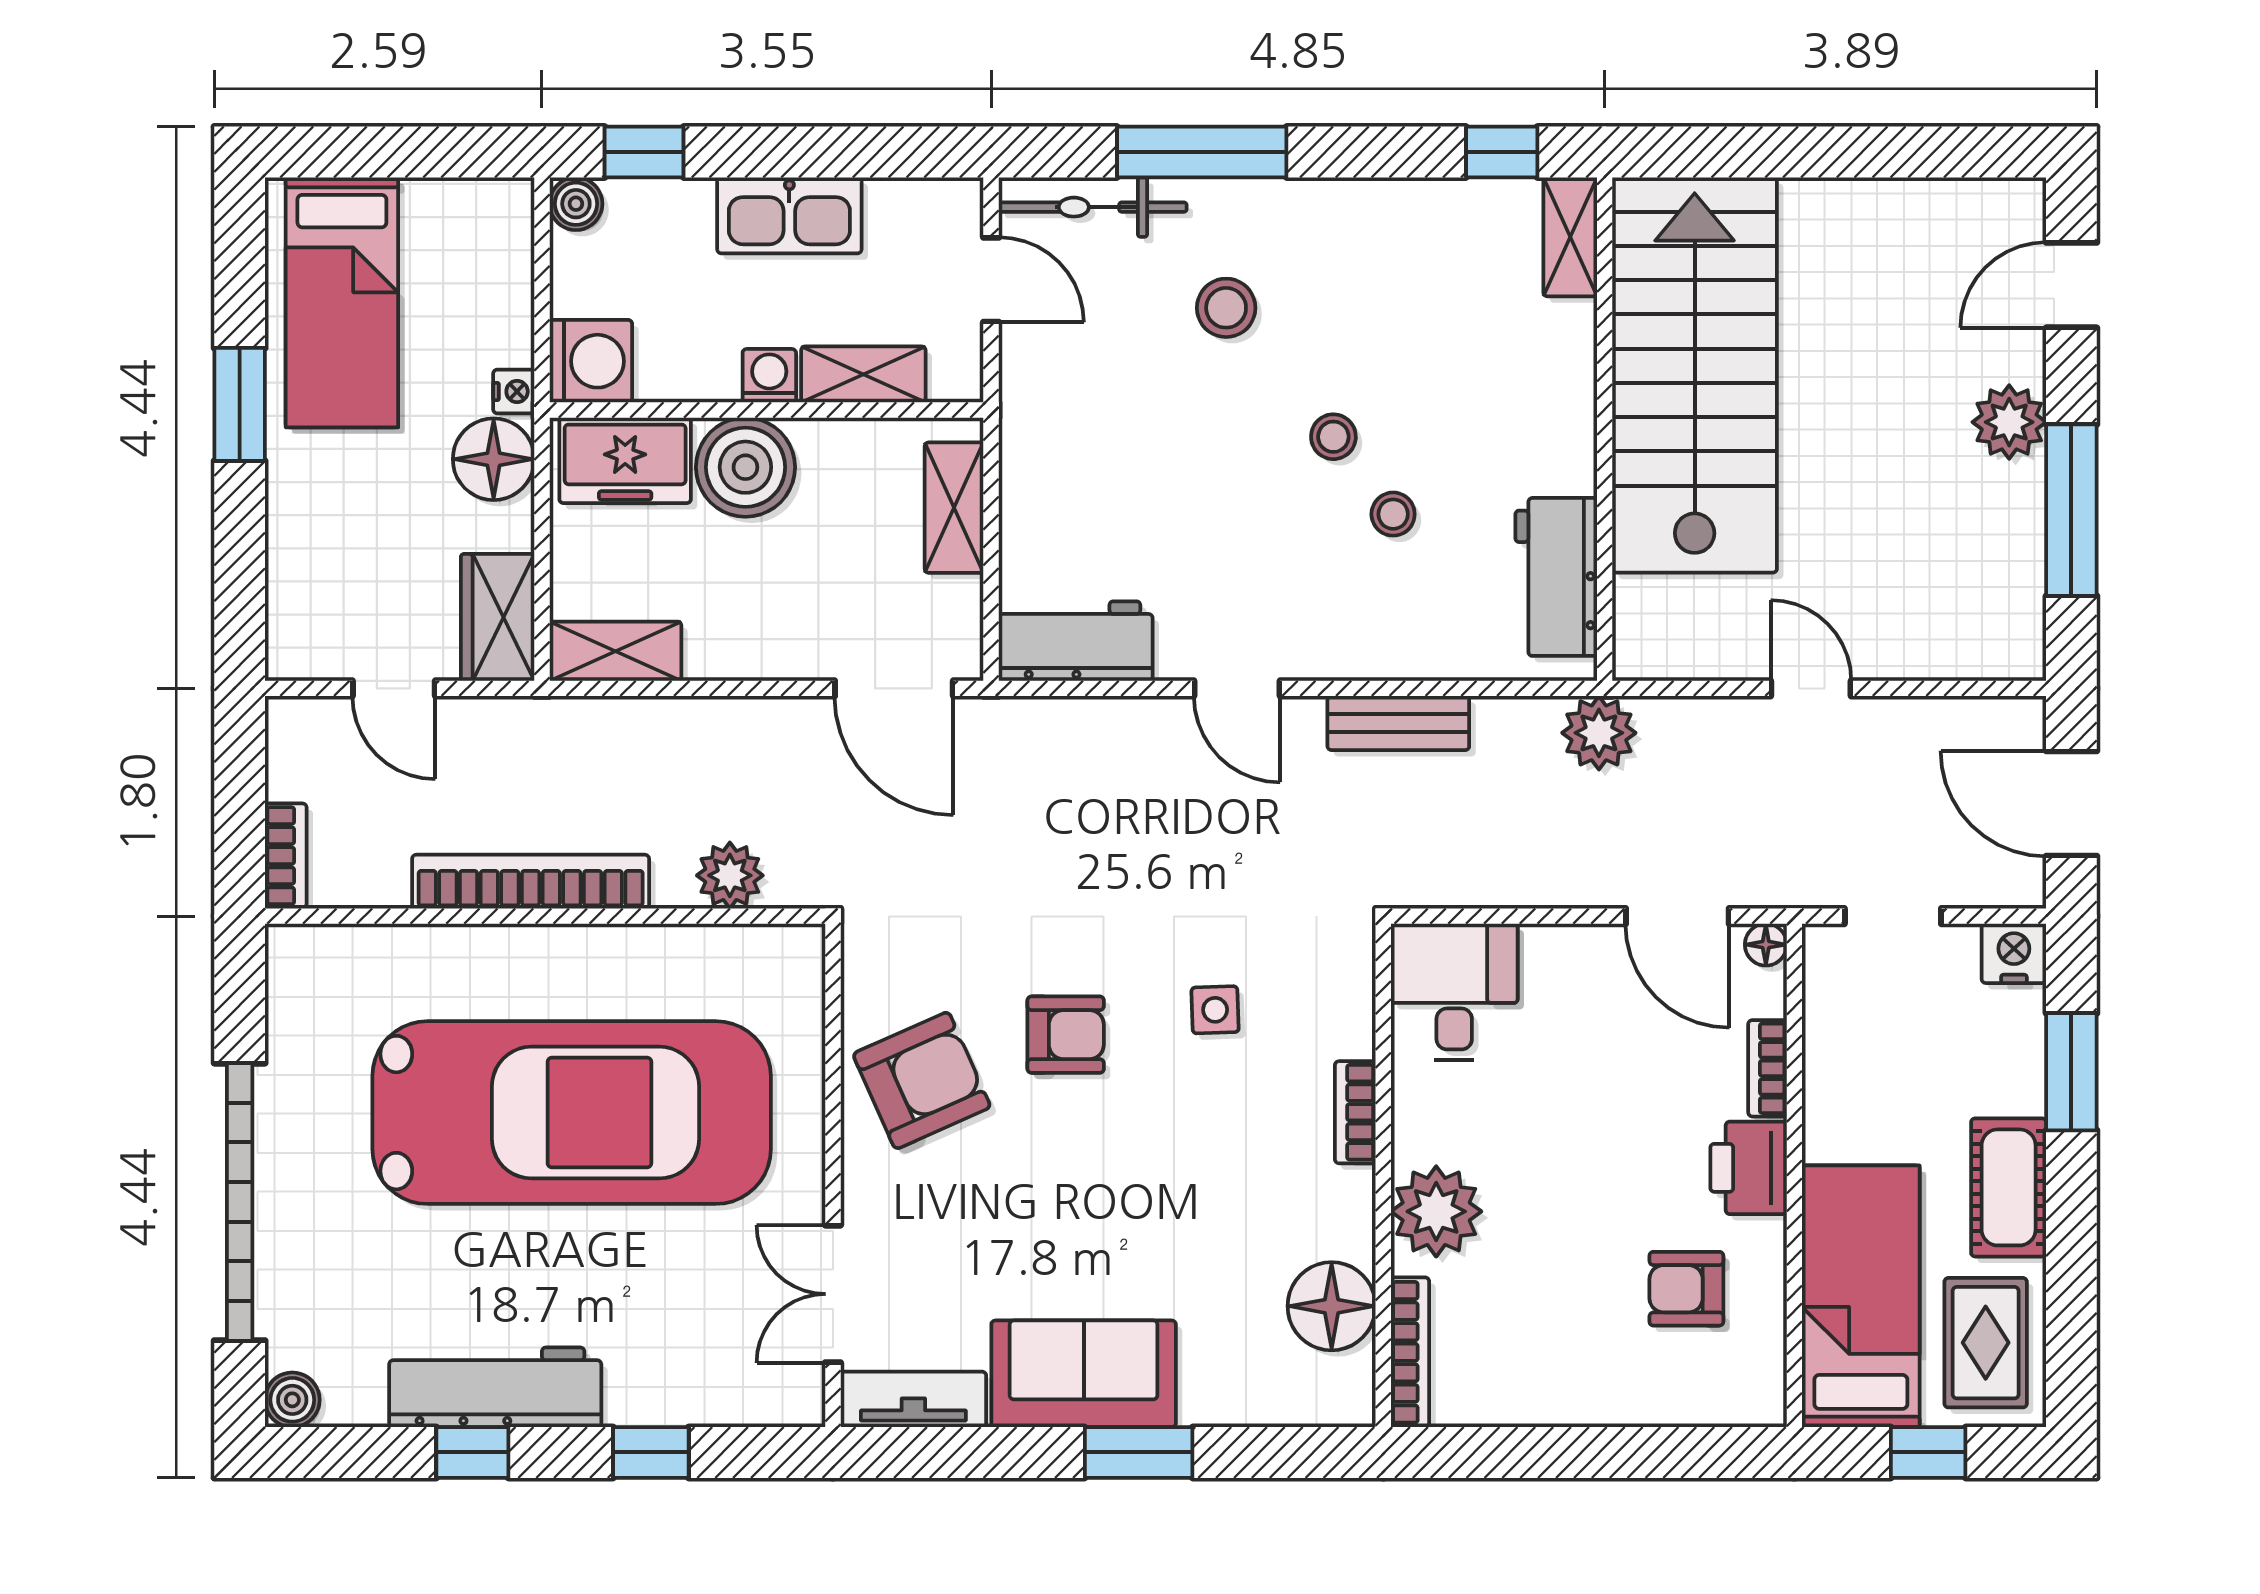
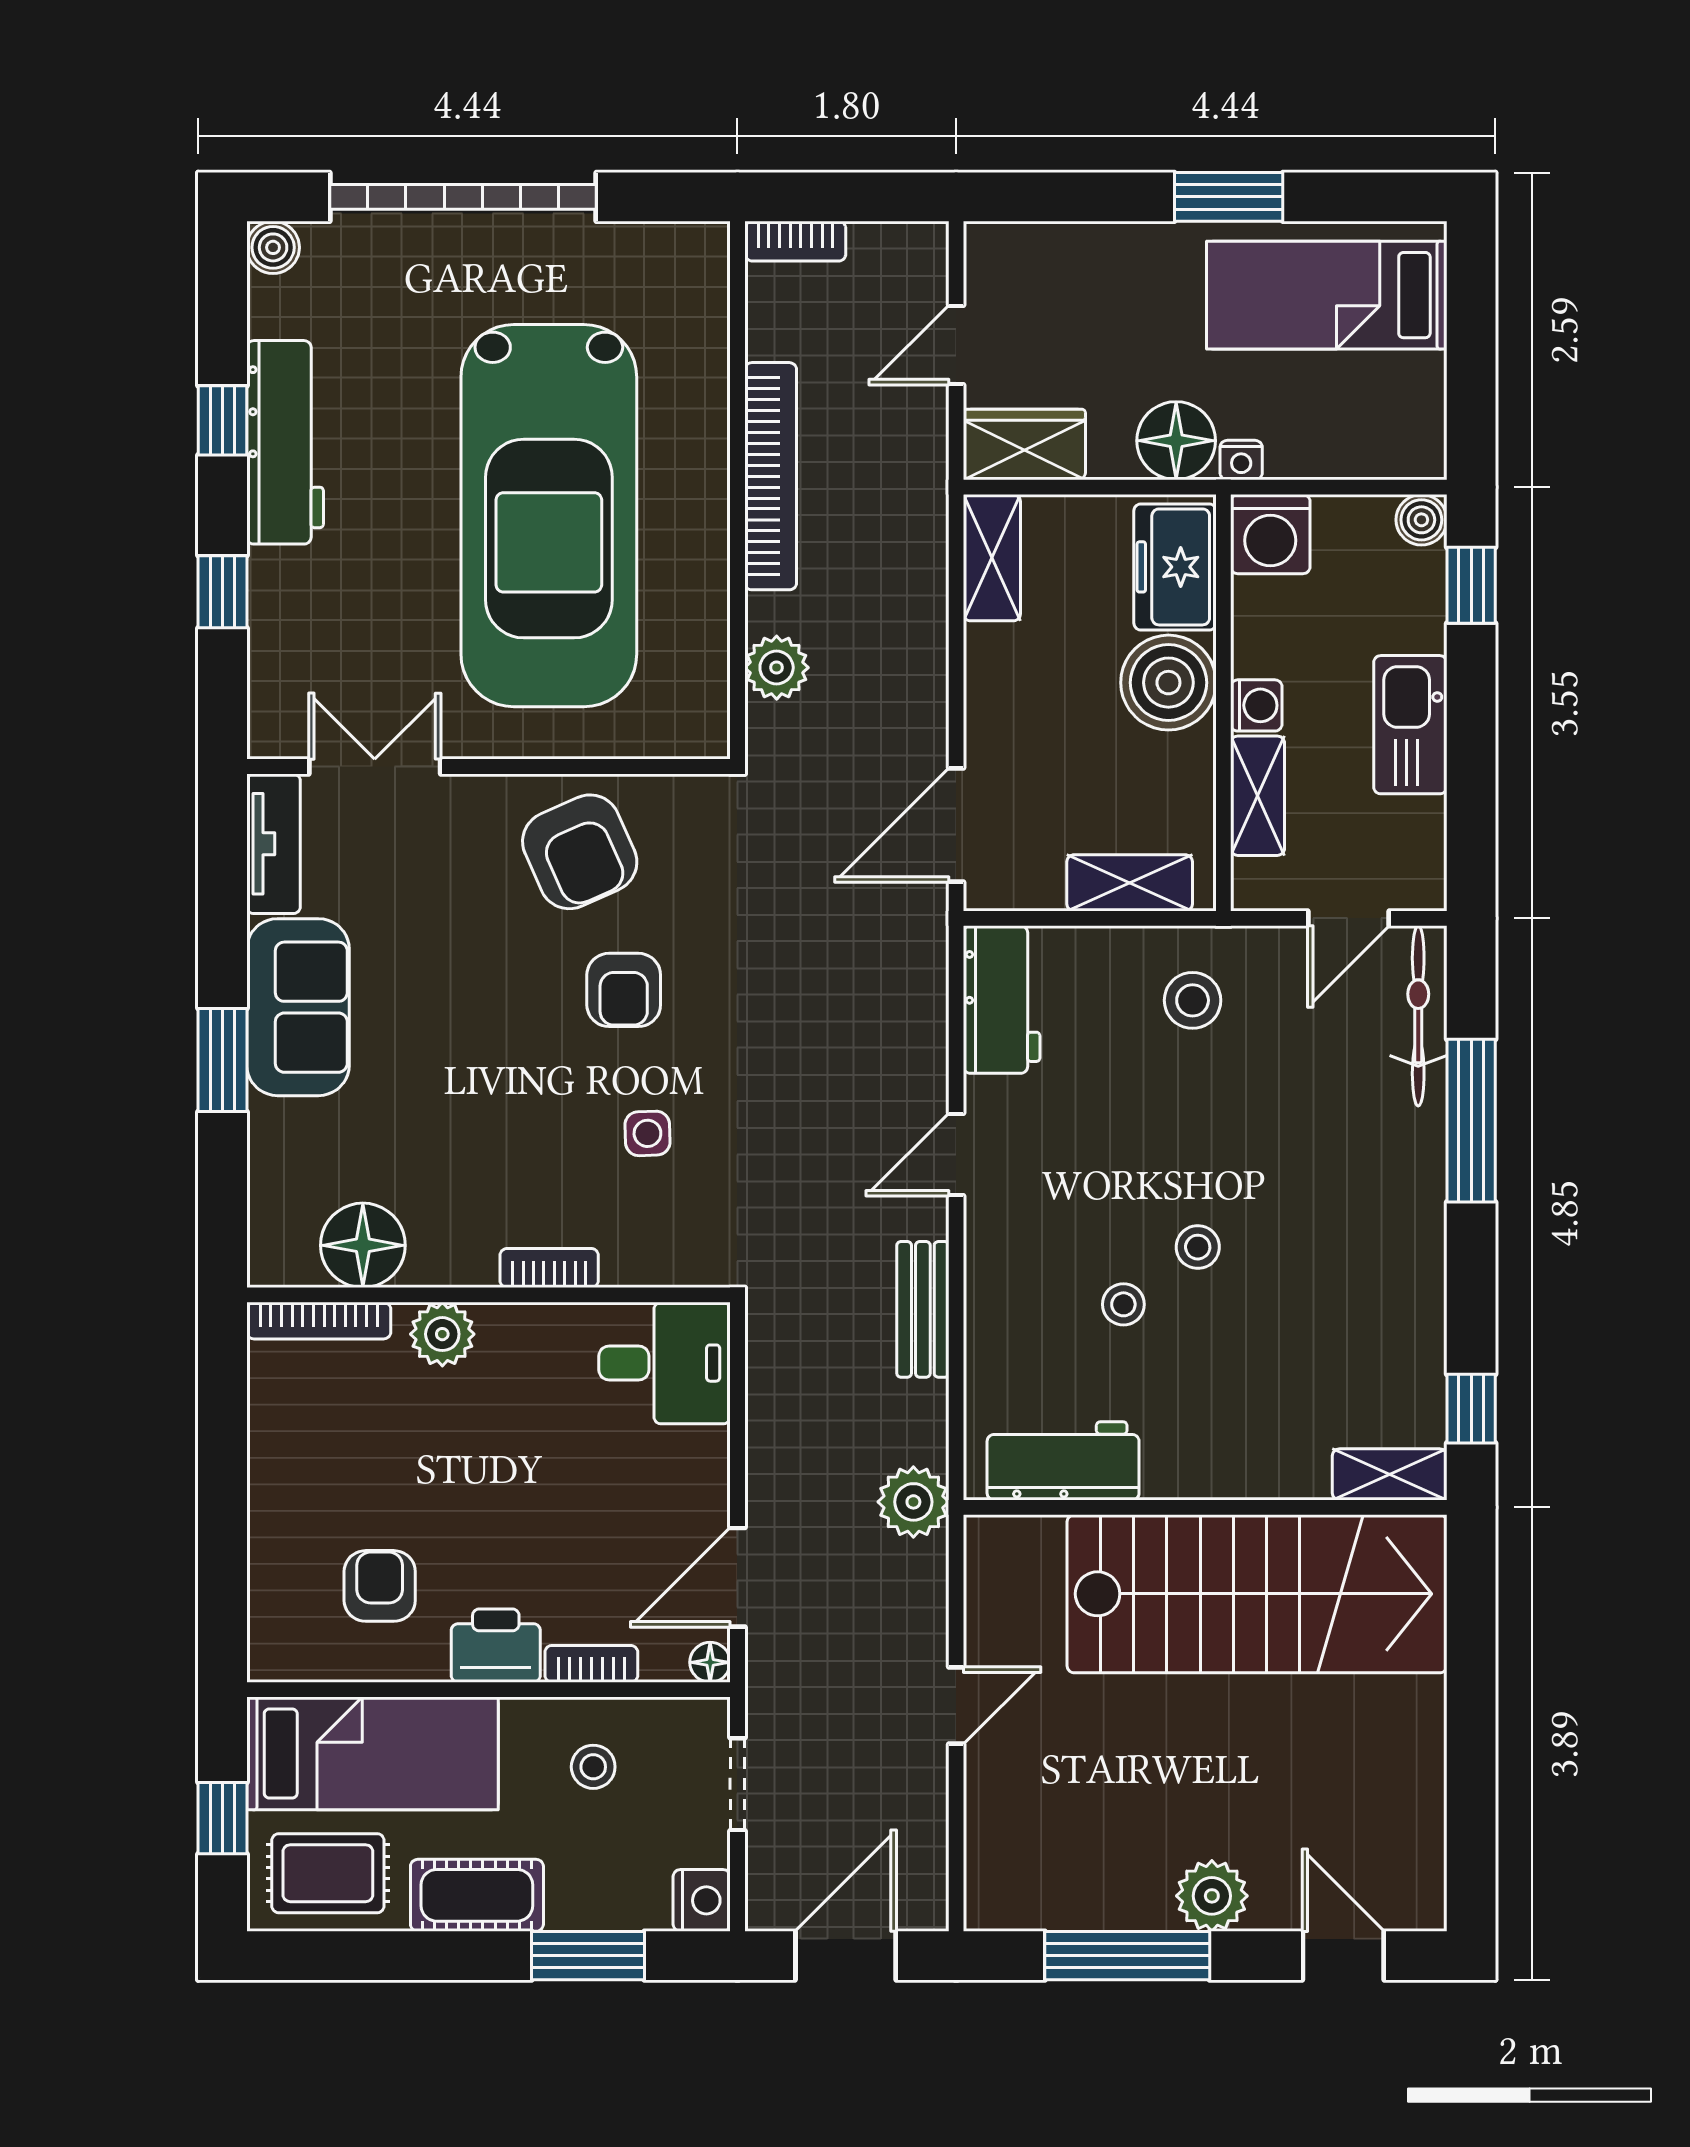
stool: (1226, 308) -> (1193, 1000), moved
stool: (1875, 1066) -> (593, 1767), added
plant: (1436, 1211) -> (442, 1334), width x0.73, depth x0.73

